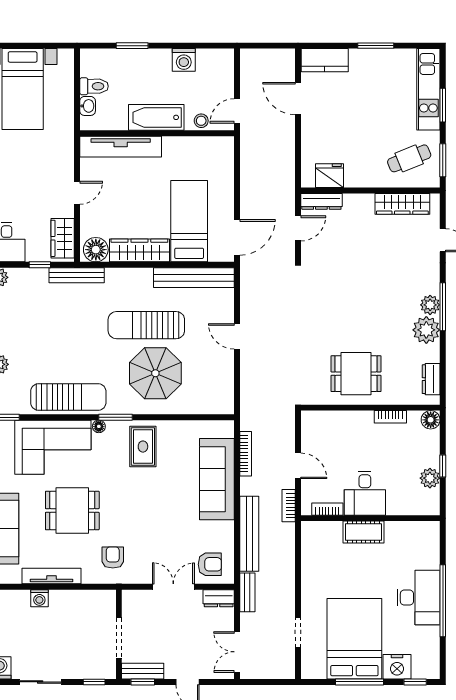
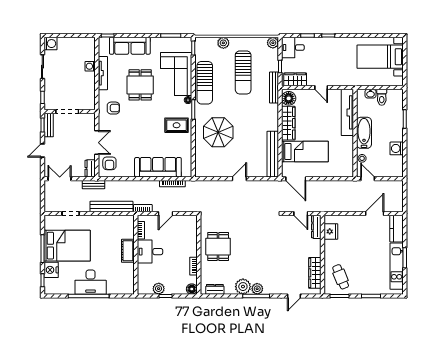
kitchen unit: (428, 89) -> (397, 266), moved, turned -90
sun lounger: (146, 325) -> (243, 72), moved, turned 180
bench: (249, 534) -> (111, 207), moved

